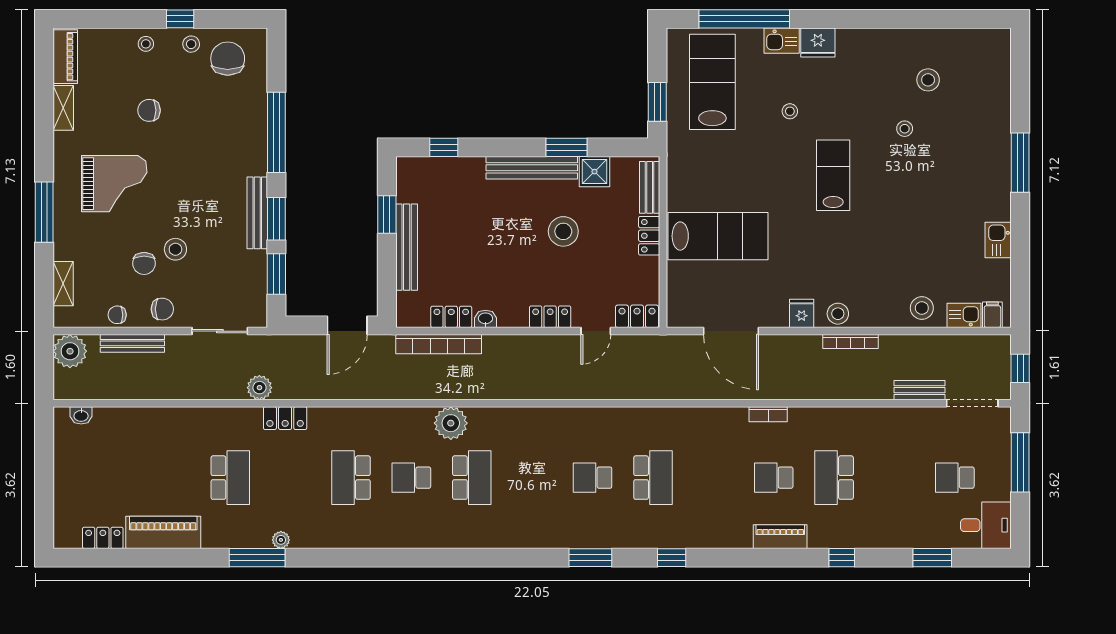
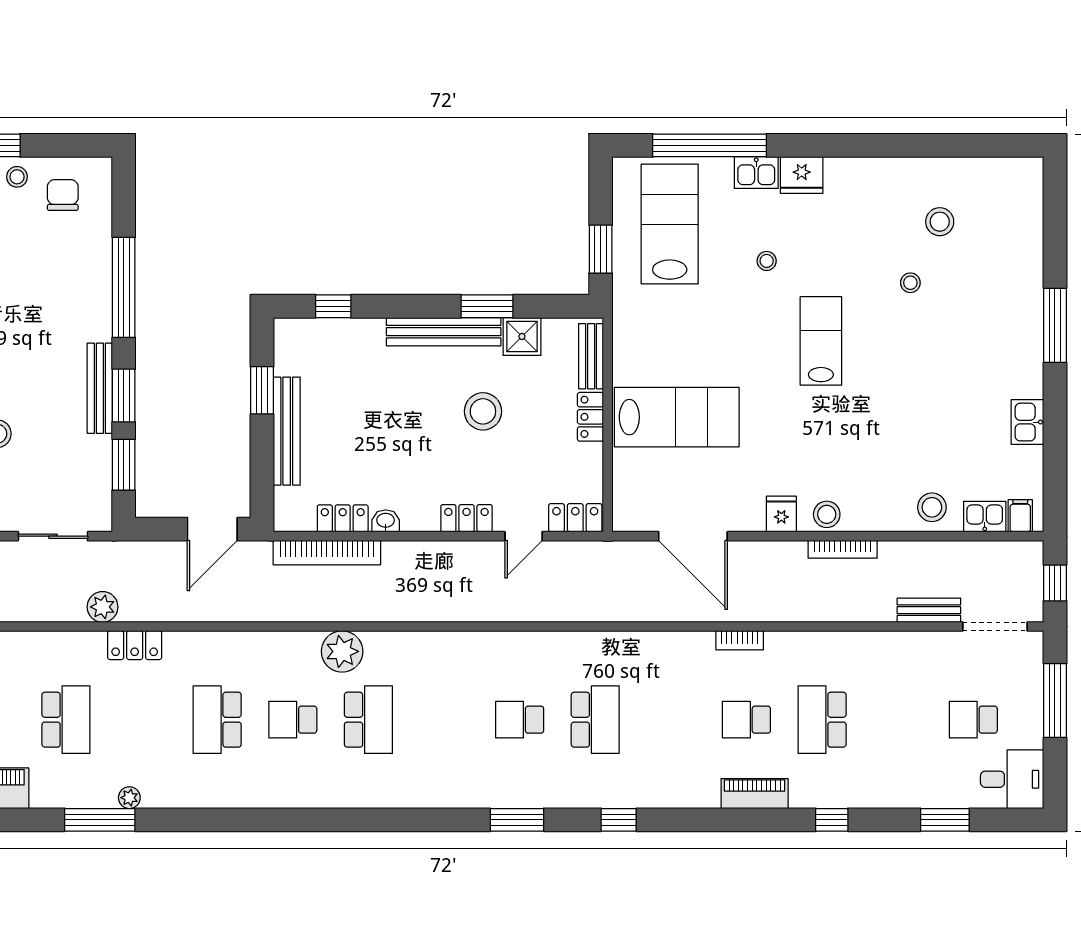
chair: (228, 59) -> (63, 195), width x0.73, depth x0.73

